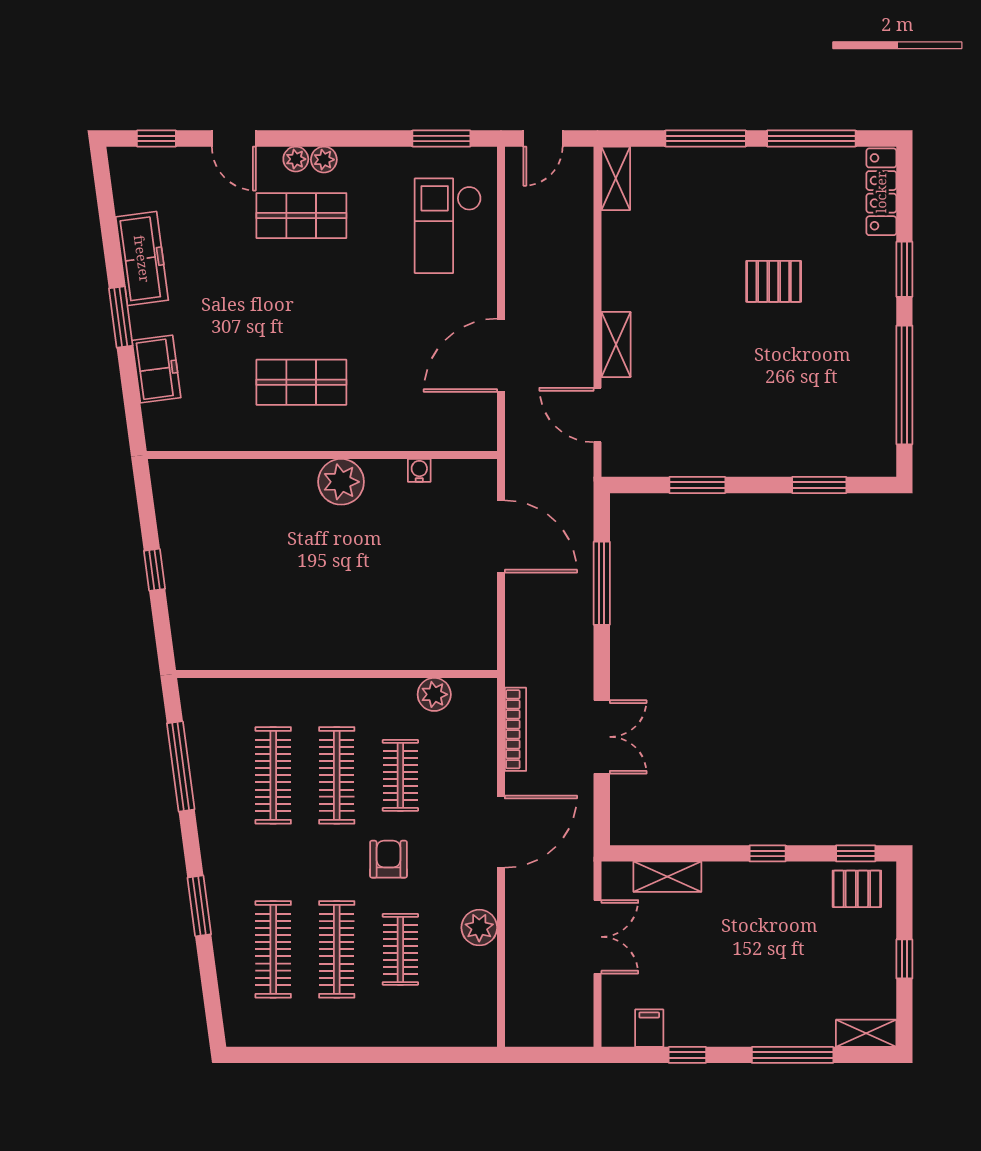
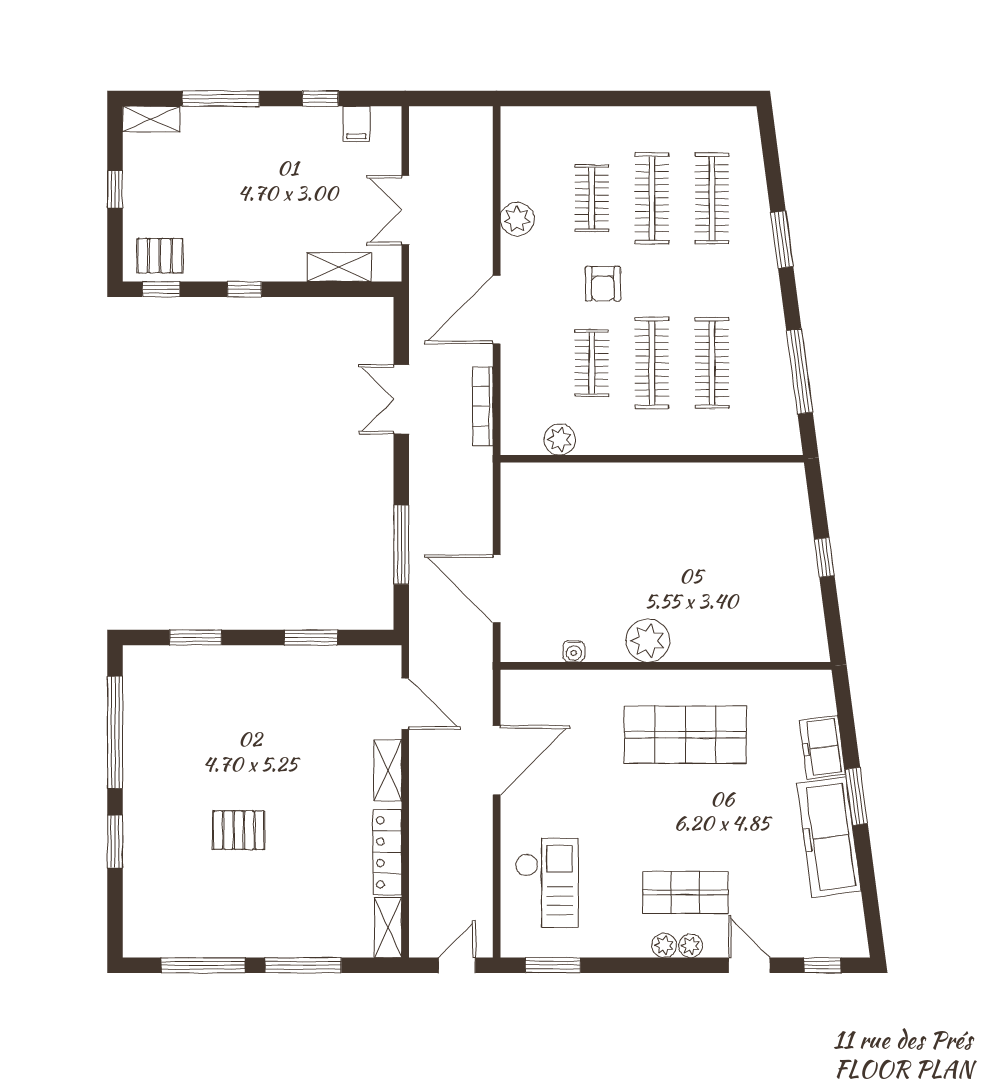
locker: (881, 192) -> (387, 852), moved, turned 180
freezer: (142, 259) -> (829, 837), width x1.36, depth x1.26
shop shelf: (301, 382) -> (685, 735), width x1.43, depth x1.36

